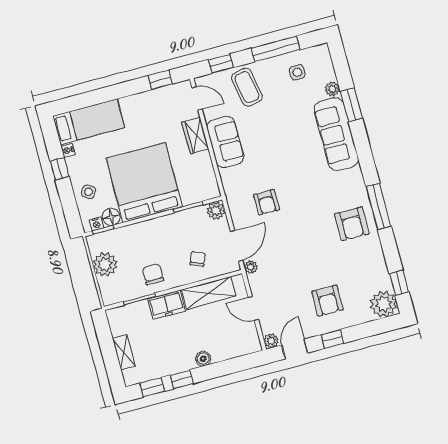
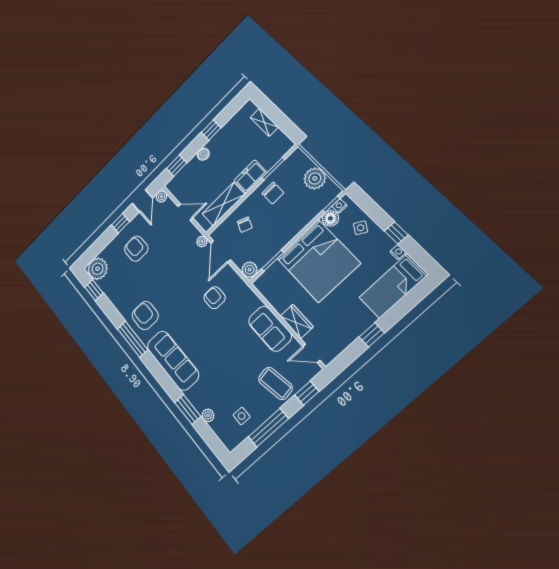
window: (160, 80) -> (372, 335), moved
sofa: (336, 134) -> (173, 361), moved
window: (152, 387) -> (177, 166), moved

